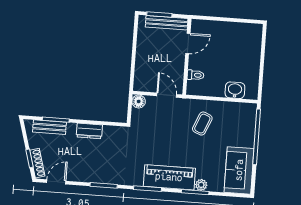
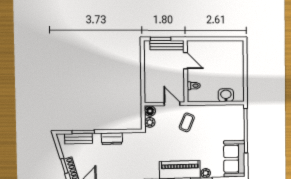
door: (188, 43) -> (185, 61), hinge flipped
plant: (137, 115) -> (150, 122), added
coffee table: (202, 124) -> (187, 122), moved

